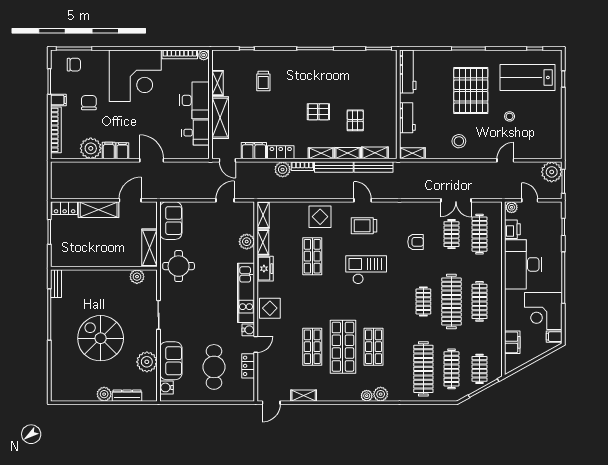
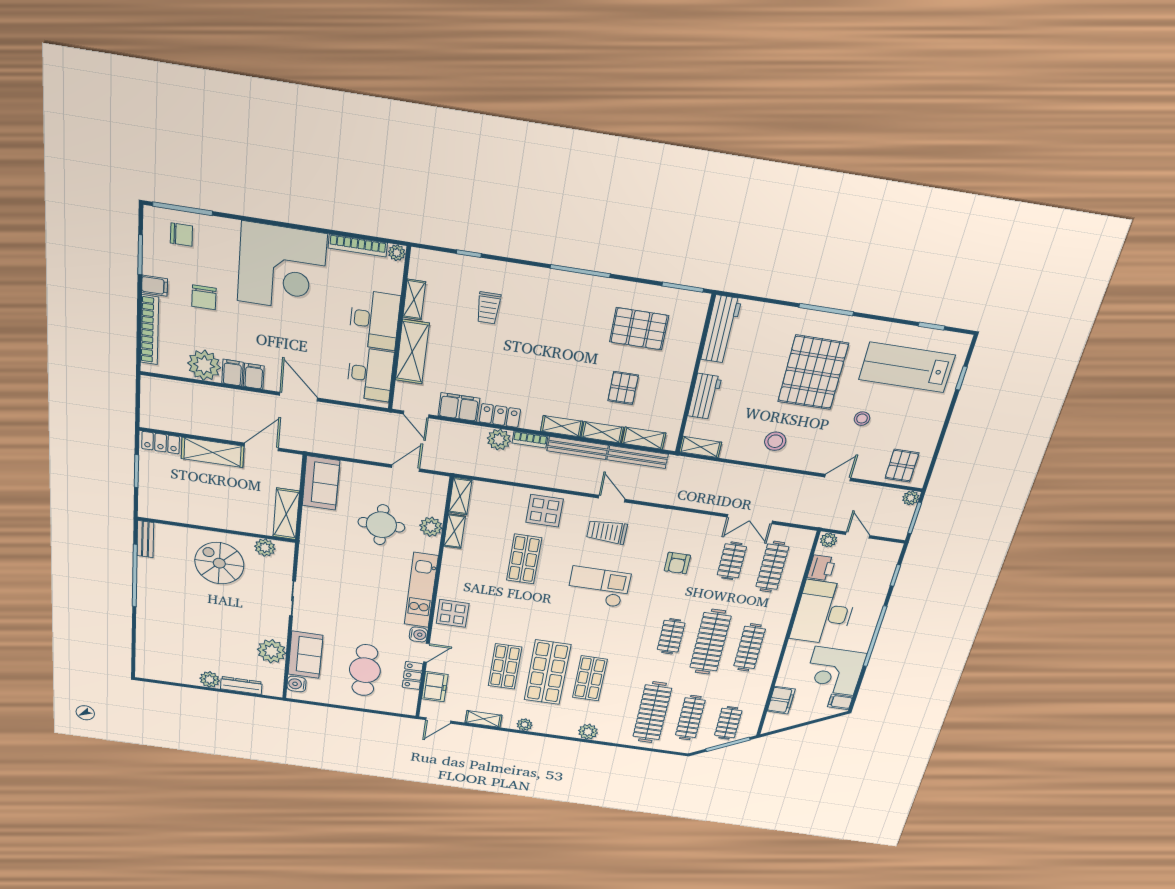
chair: (89, 103) -> (204, 297), turned 180
pallet: (318, 112) -> (639, 329), moved, width x1.50, depth x1.42
desk: (195, 133) -> (370, 374), width x1.37
pallet: (544, 145) -> (902, 466), added
plant: (552, 172) -> (911, 498), width x0.53, depth x0.53
armchair: (415, 242) -> (677, 563), turned 90
round table: (179, 266) -> (381, 525), moved
freezer: (265, 269) -> (435, 687), moved
spiral stairs: (101, 338) -> (219, 563), moved, width x0.73, depth x0.73
plant: (367, 396) -> (525, 725), moved

